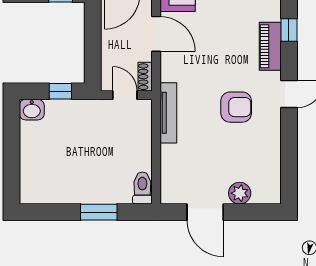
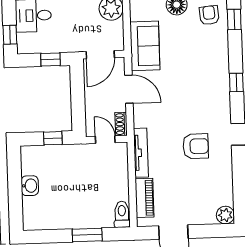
piano: (270, 46) -> (144, 198), moved, turned 180
washbasin: (32, 110) -> (30, 186), moved, turned -90
plant: (240, 193) -> (225, 215), moved

